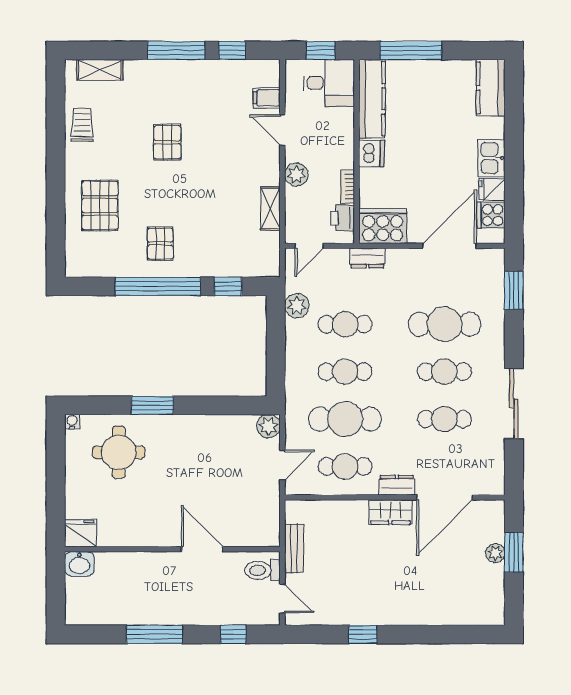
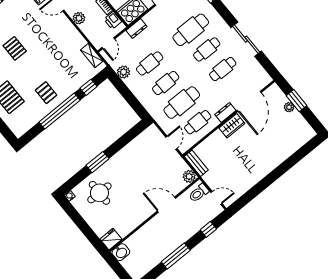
shelving: (270, 209) -> (92, 56), moved
plant: (268, 426) -> (189, 176), moved
bench: (294, 548) -> (196, 163), moved
window: (363, 634) -> (262, 185), removed

